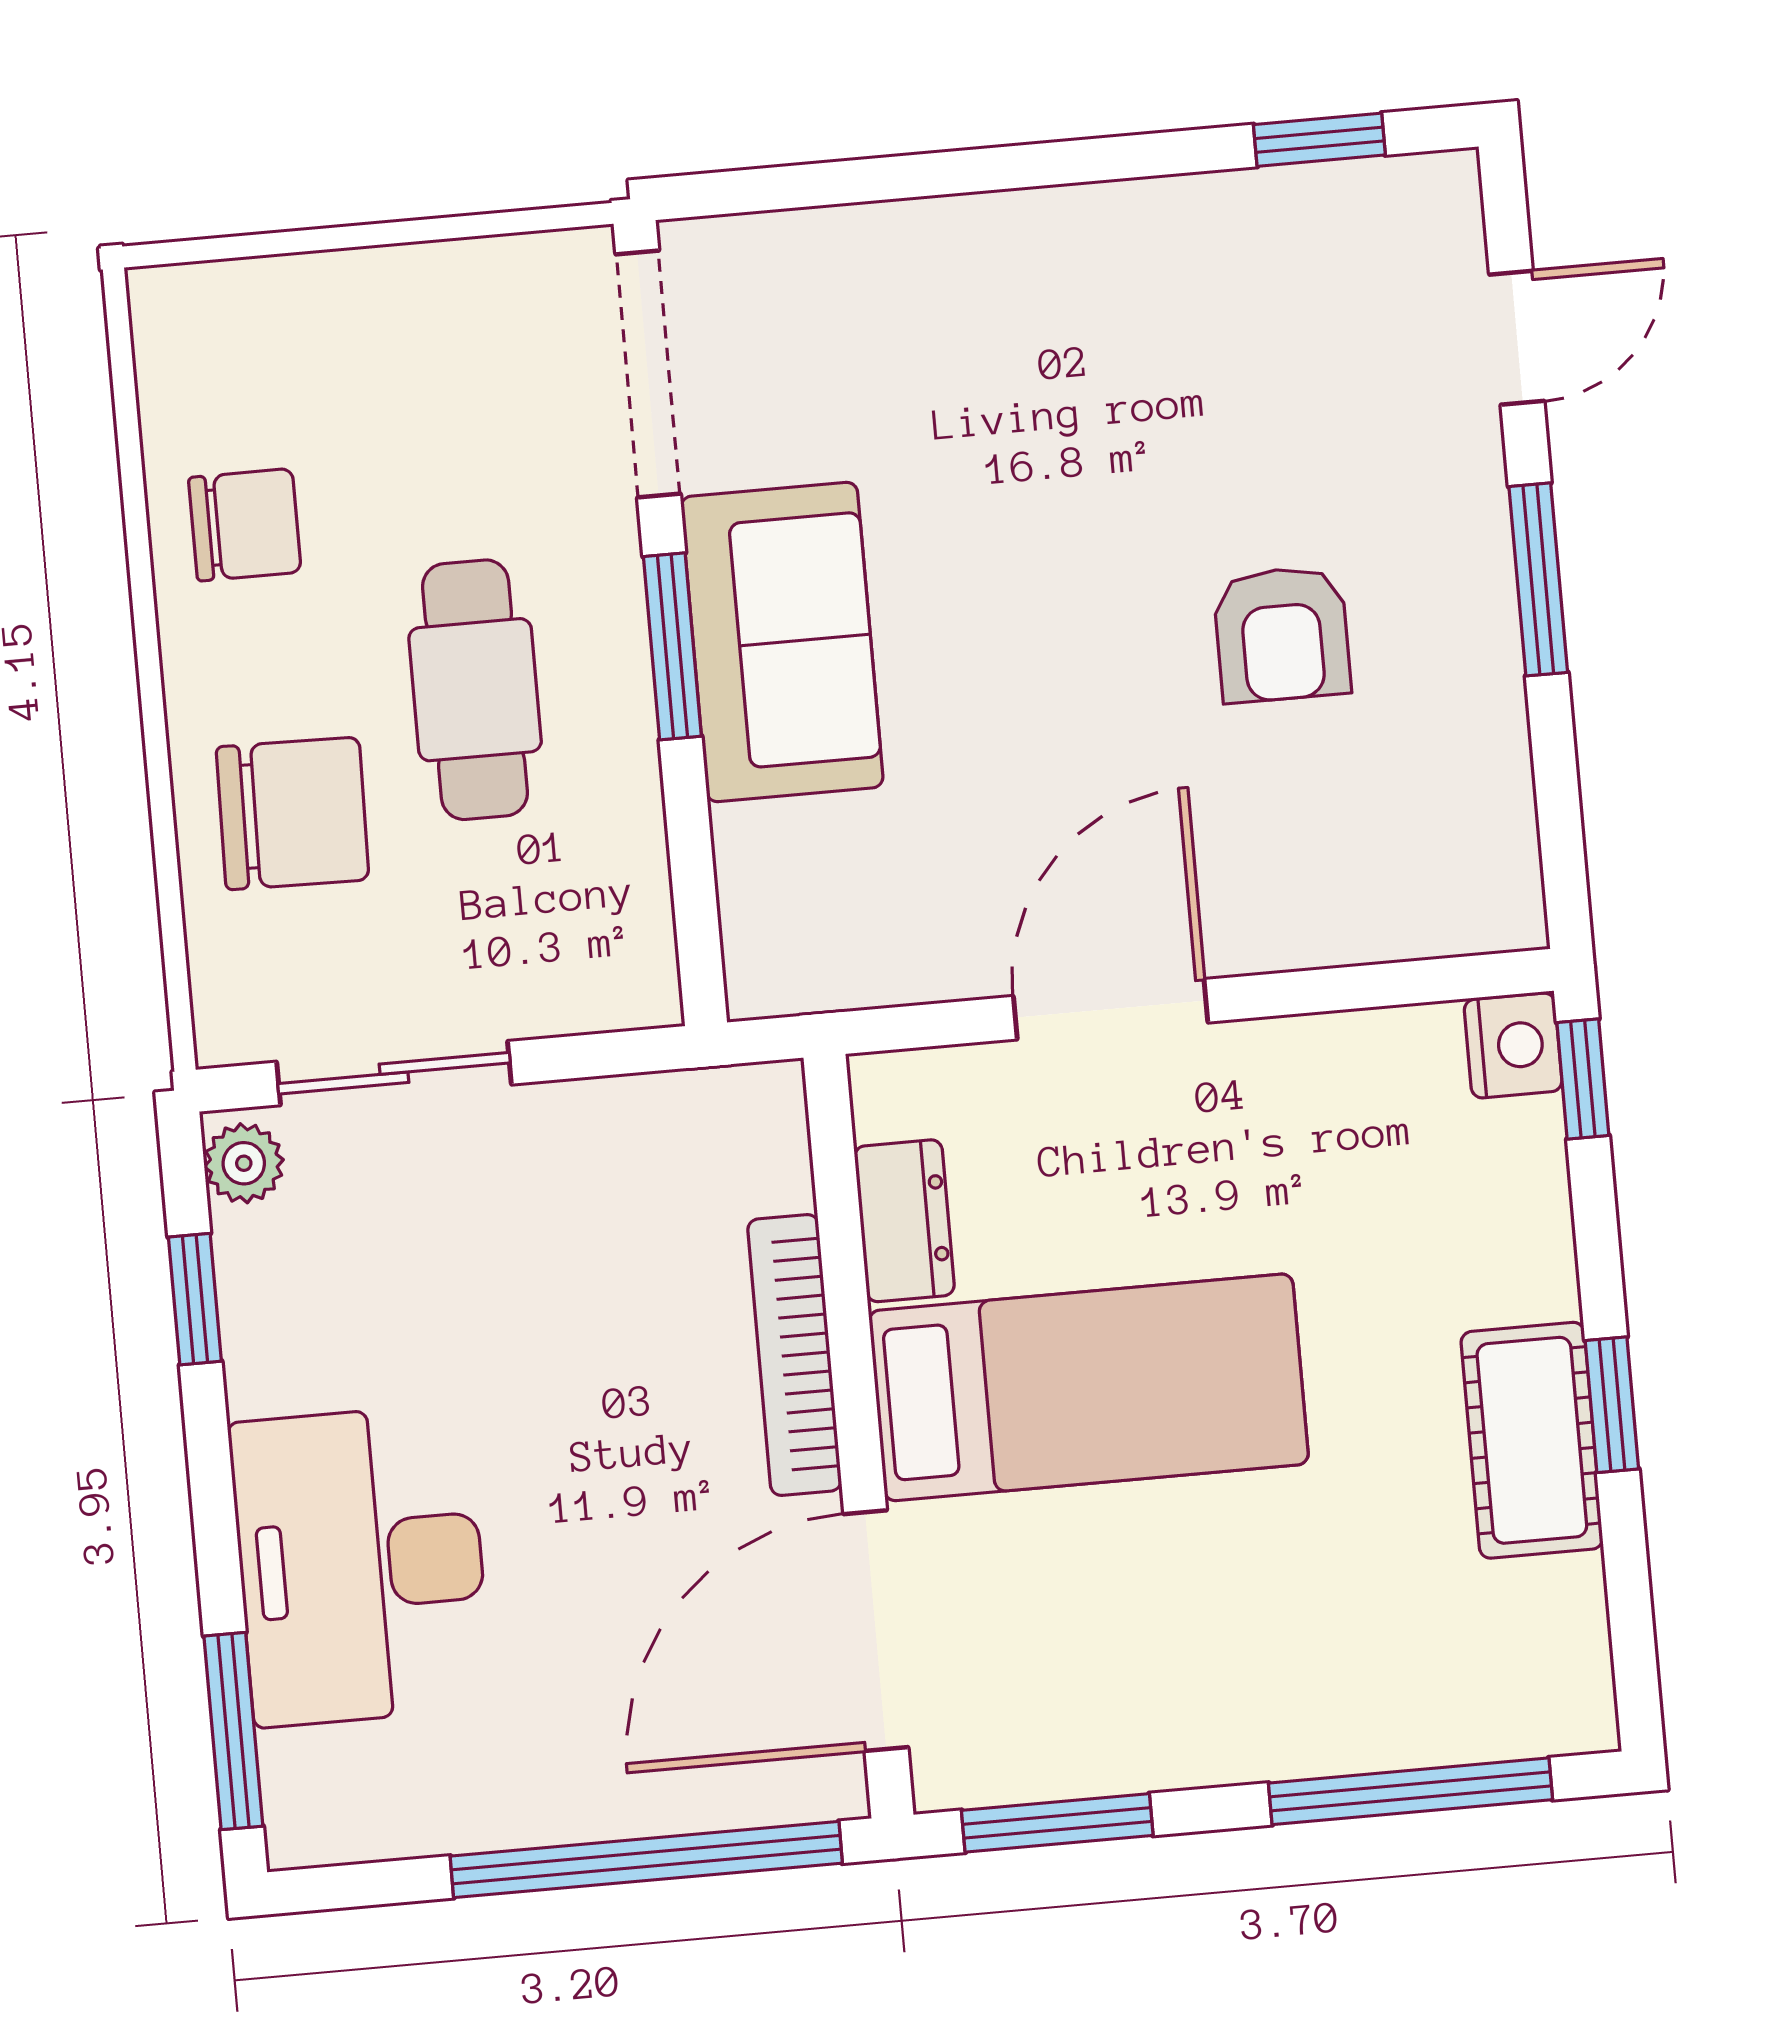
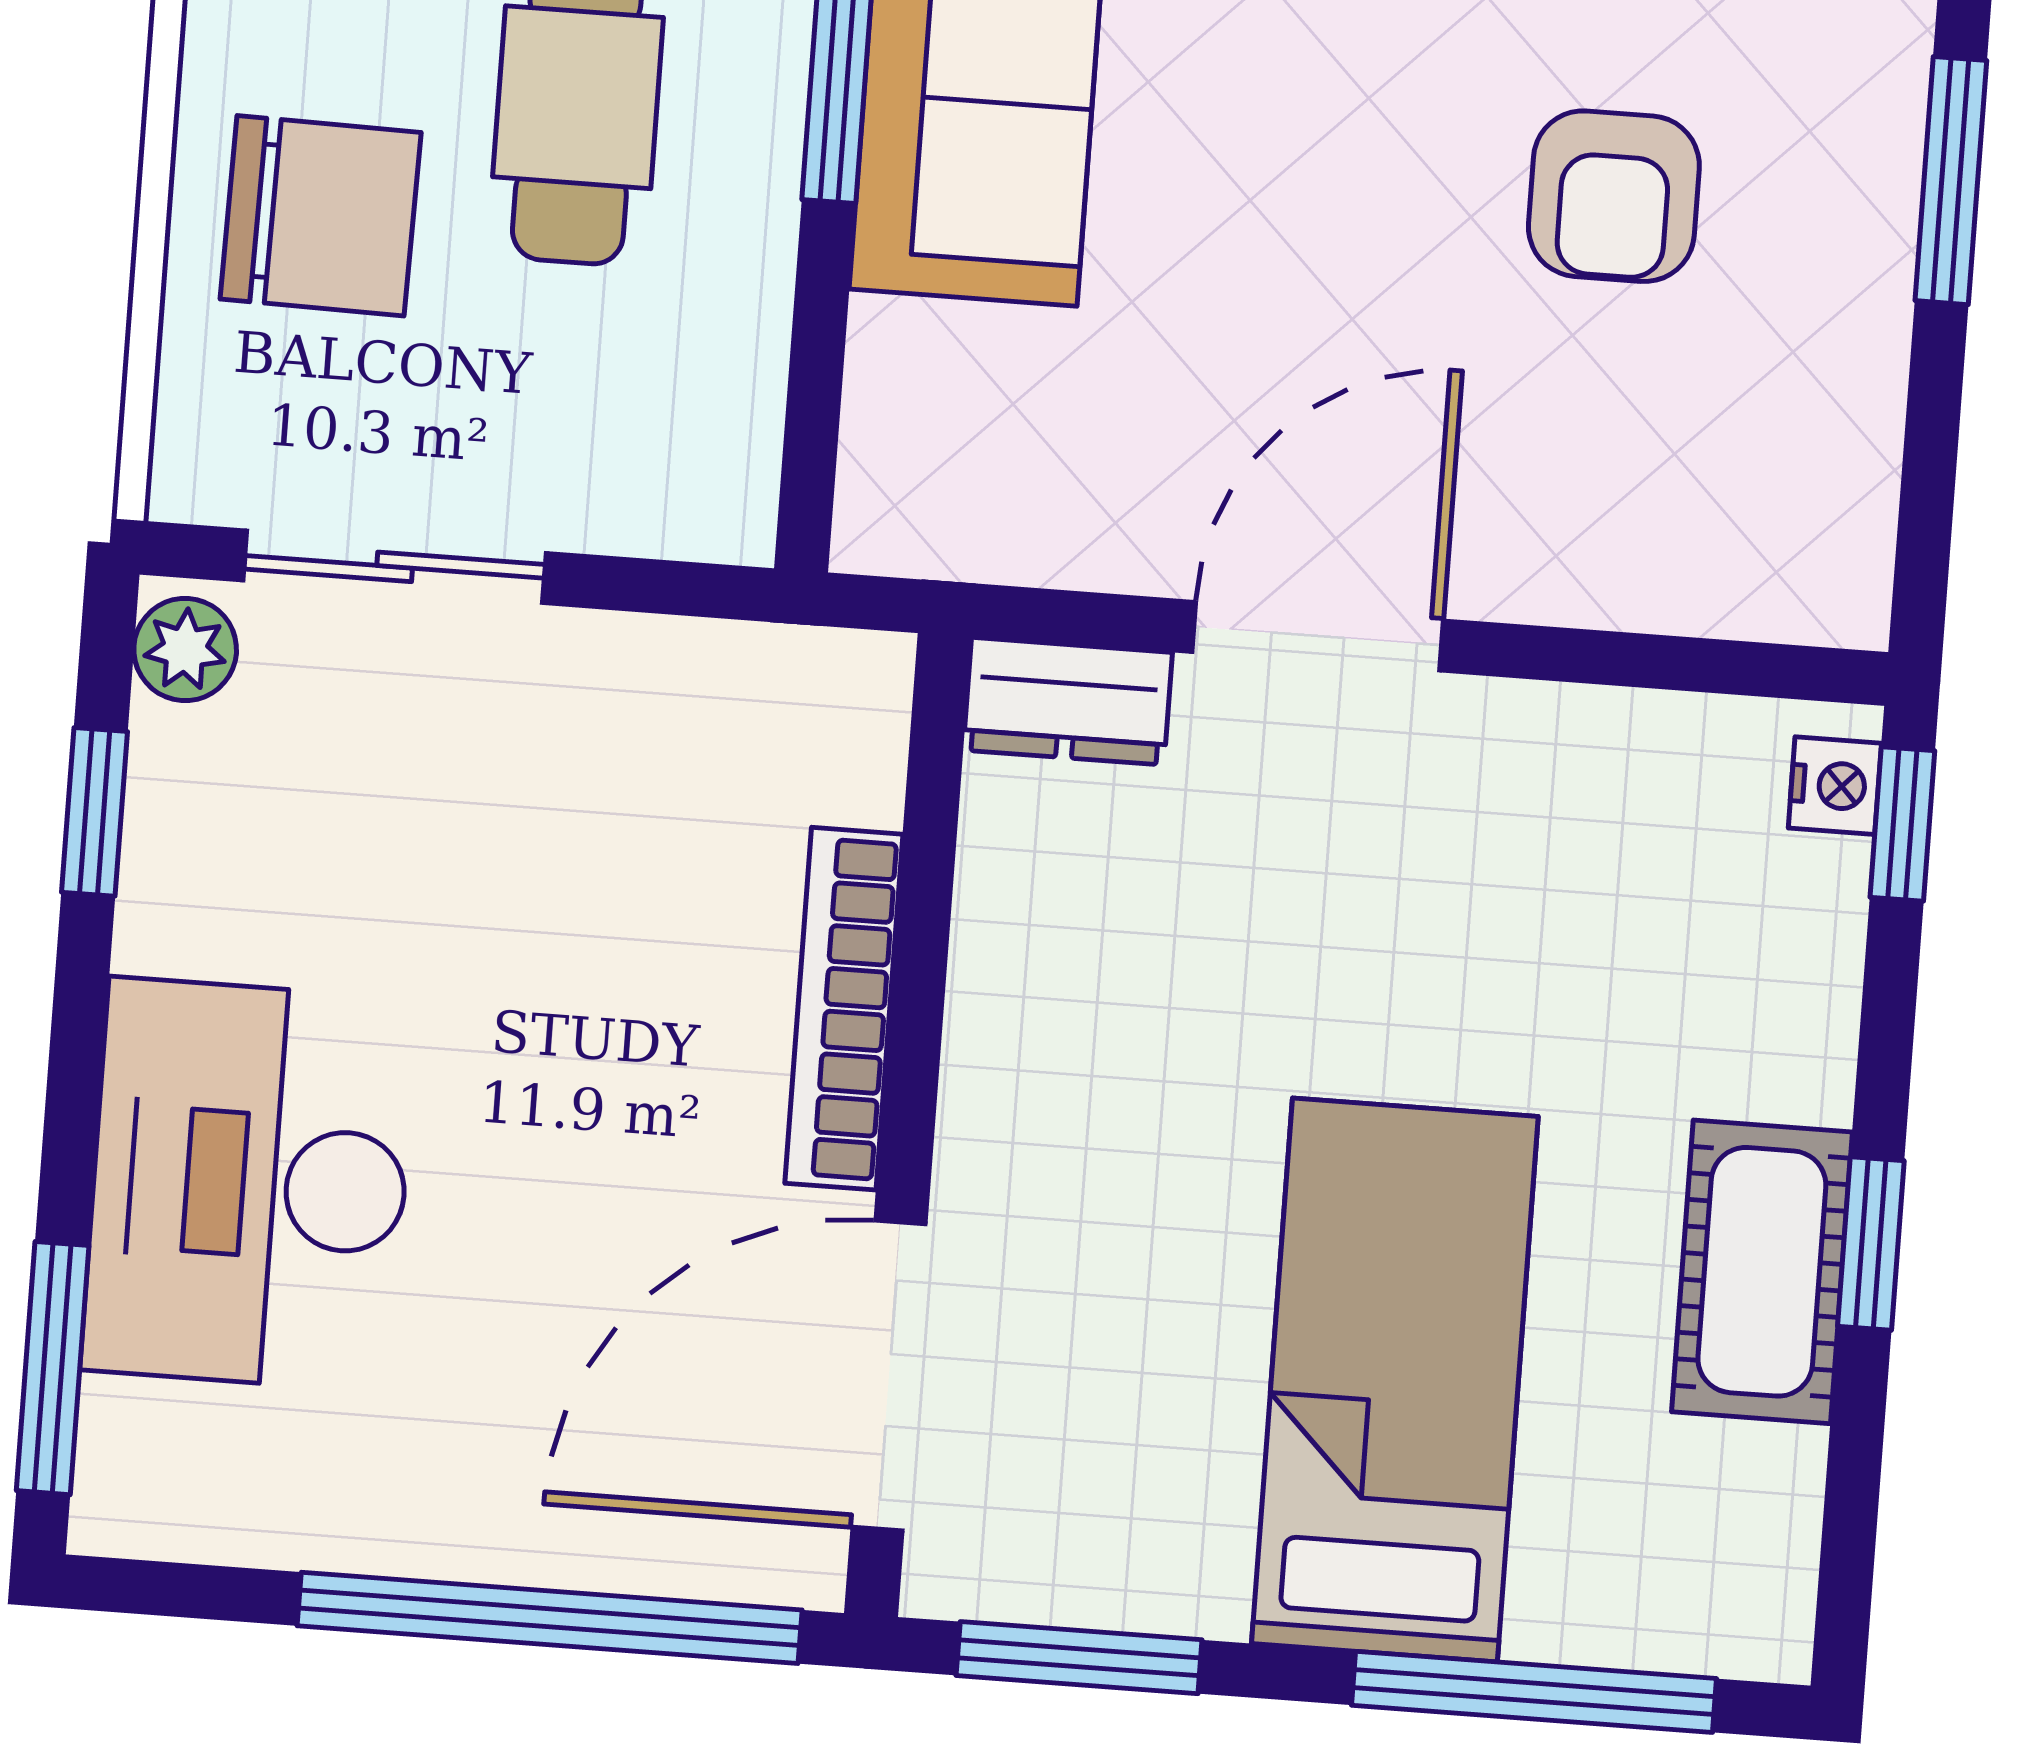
nightstand: (1513, 1045) -> (1835, 786), width x0.72, depth x0.74
dresser: (904, 1221) -> (1068, 701), moved, turned 90
bed: (1089, 1387) -> (1395, 1380), moved, turned -90

